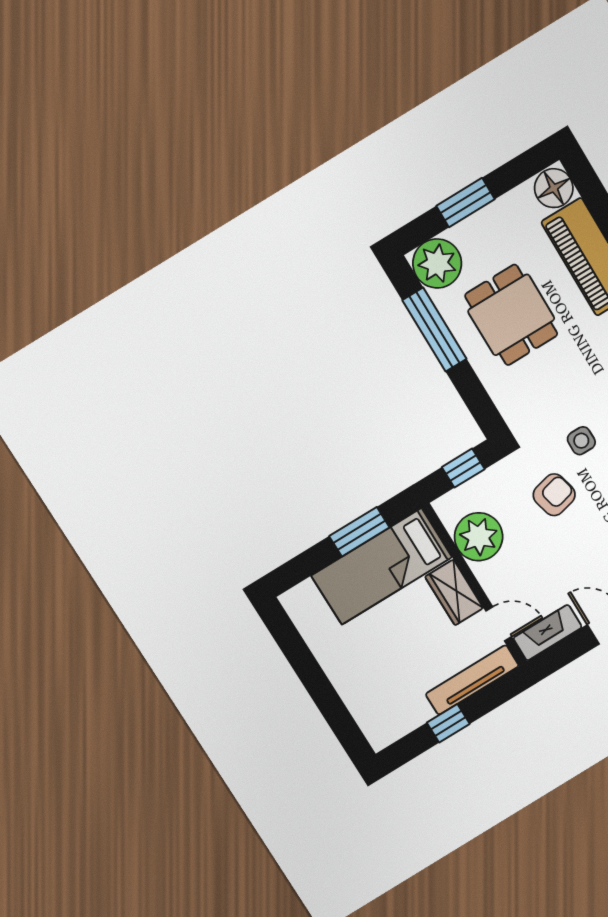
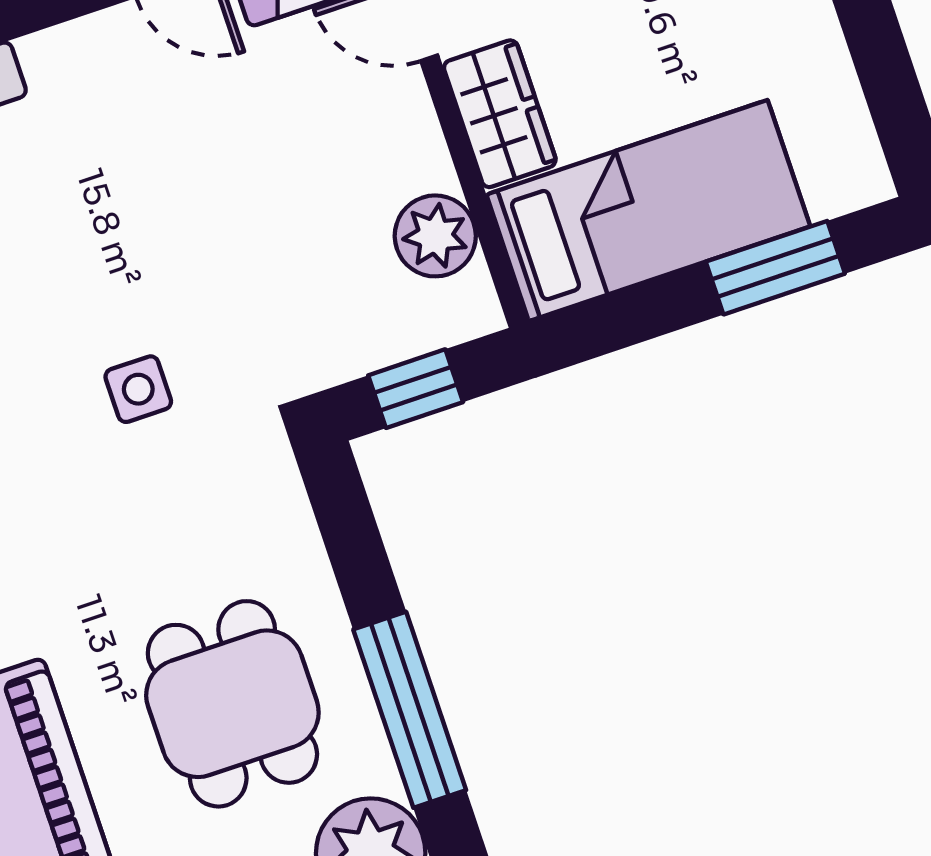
armchair: (554, 495) -> (226, 282), removed
window: (359, 532) -> (775, 268), moved
plant: (479, 537) -> (435, 236), width x0.73, depth x0.73

